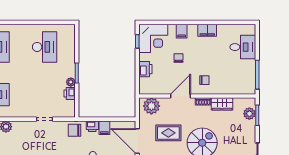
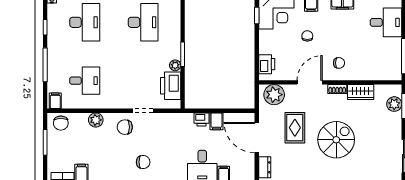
printer: (145, 69) -> (267, 64), moved
printer: (70, 93) -> (171, 86), width x1.87, depth x1.48
chair: (74, 130) -> (125, 127), moved
rug: (168, 133) -> (295, 128), turned 90

